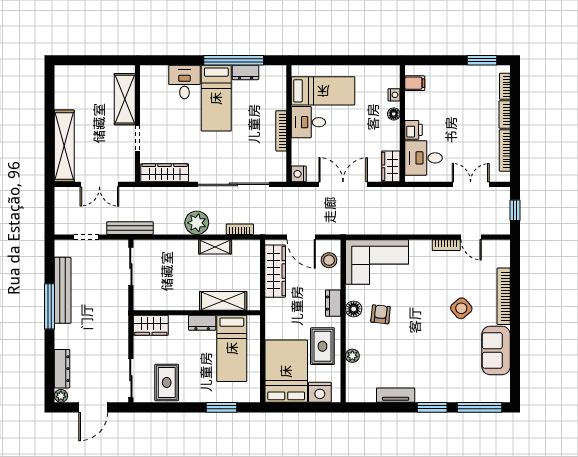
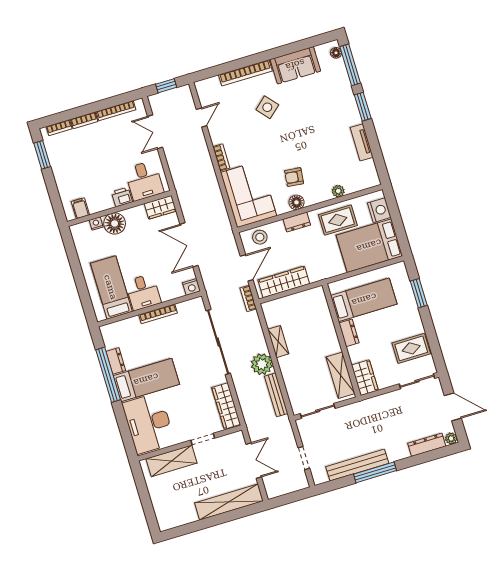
desk: (184, 82) -> (149, 423), width x1.87, depth x1.30
floor lamp: (394, 114) -> (115, 223), width x1.89, depth x1.89
bench: (130, 228) -> (276, 395), moved
bookcase: (240, 229) -> (248, 298), moved
bookcase: (446, 245) -> (221, 157), moved
shelving: (223, 301) -> (340, 375), moved
floor lamp: (496, 396) -> (336, 53), added

